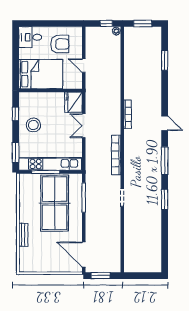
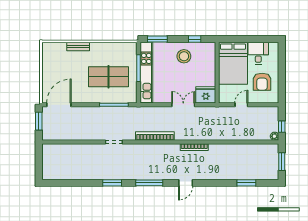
desk: (30, 37) -> (258, 53), moved
table tennis table: (55, 203) -> (108, 77), width x0.73, depth x0.76

